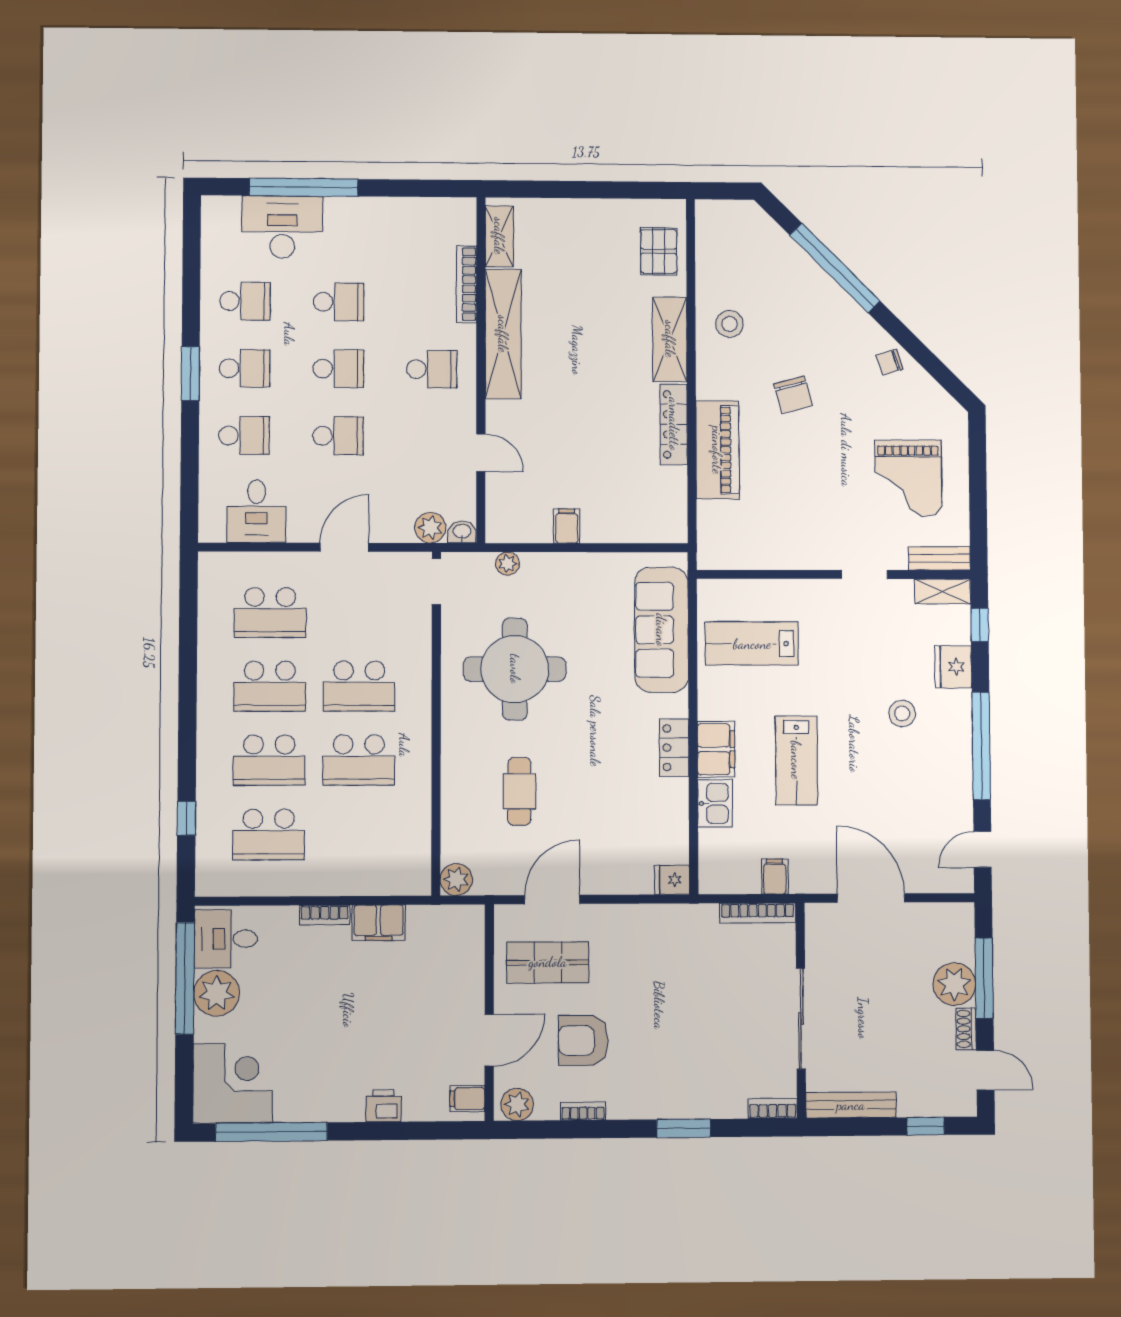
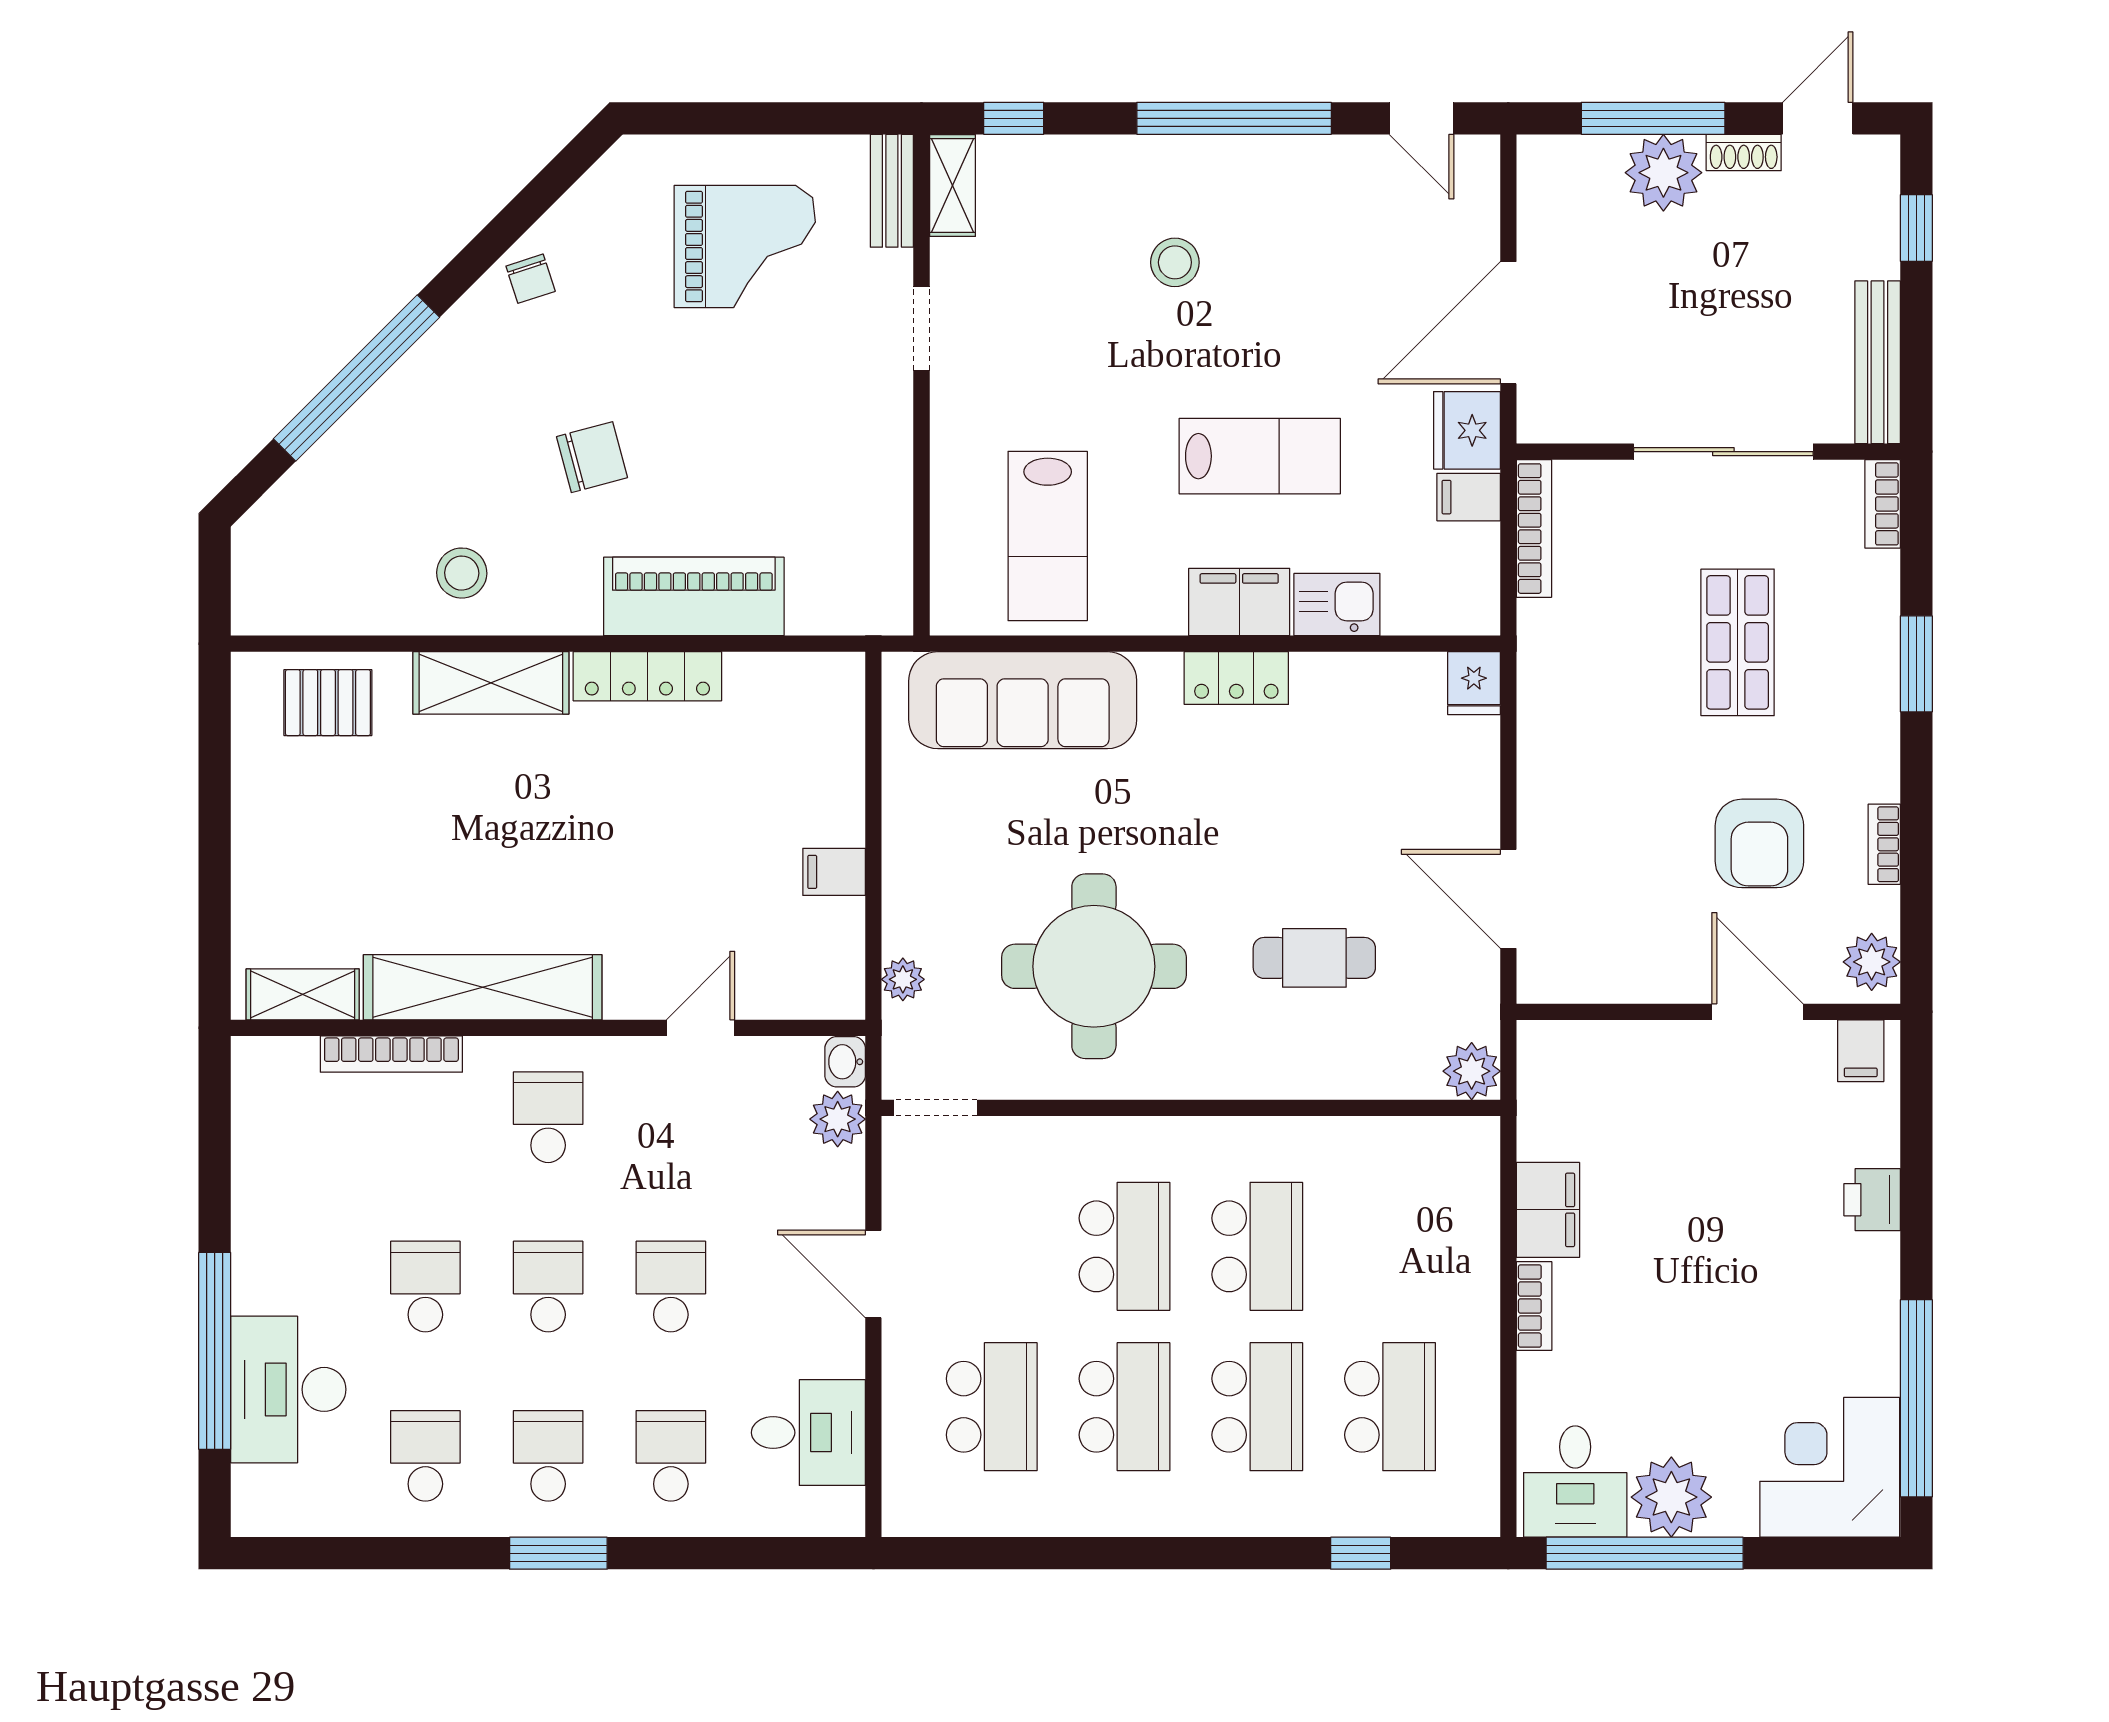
fridge: (953, 667) -> (1467, 430), moved, turned 90
shop shelf: (548, 962) -> (1738, 642), moved

